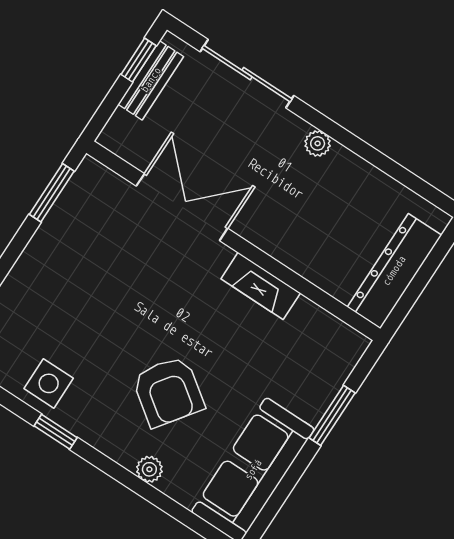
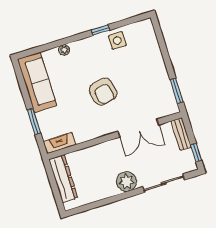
bench: (151, 80) -> (181, 134), moved
plant: (318, 143) -> (126, 182), width x1.88, depth x1.88
fireplace: (261, 286) -> (60, 143), moved
armchair: (168, 392) -> (103, 92), moved, turned -138

